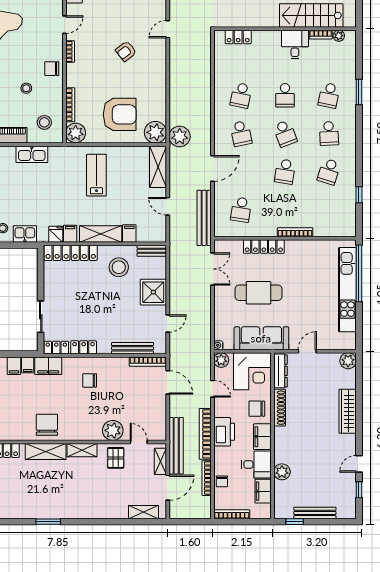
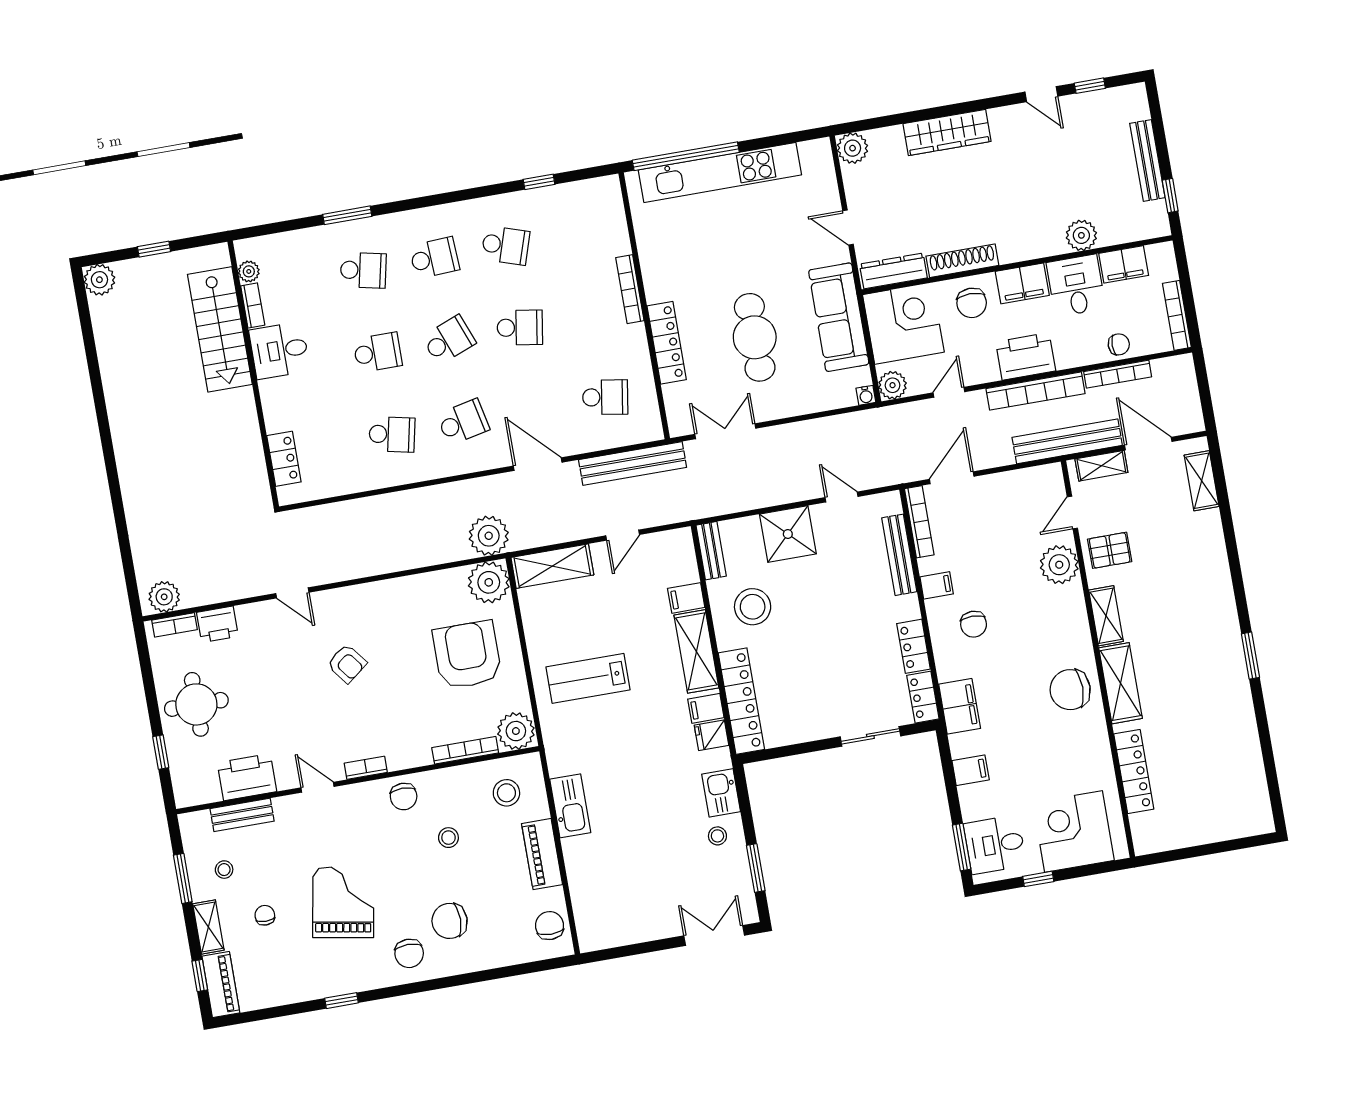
filing cabinet: (28, 365) -> (937, 585), moved

